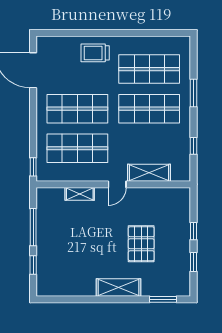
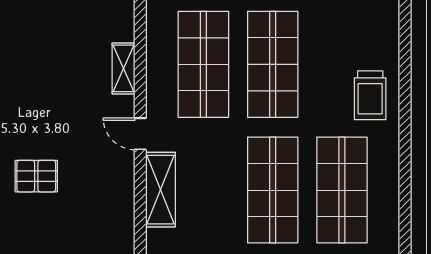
trolley: (95, 53) -> (370, 95), turned 180
pallet: (141, 244) -> (36, 176), width x0.67, depth x0.71

